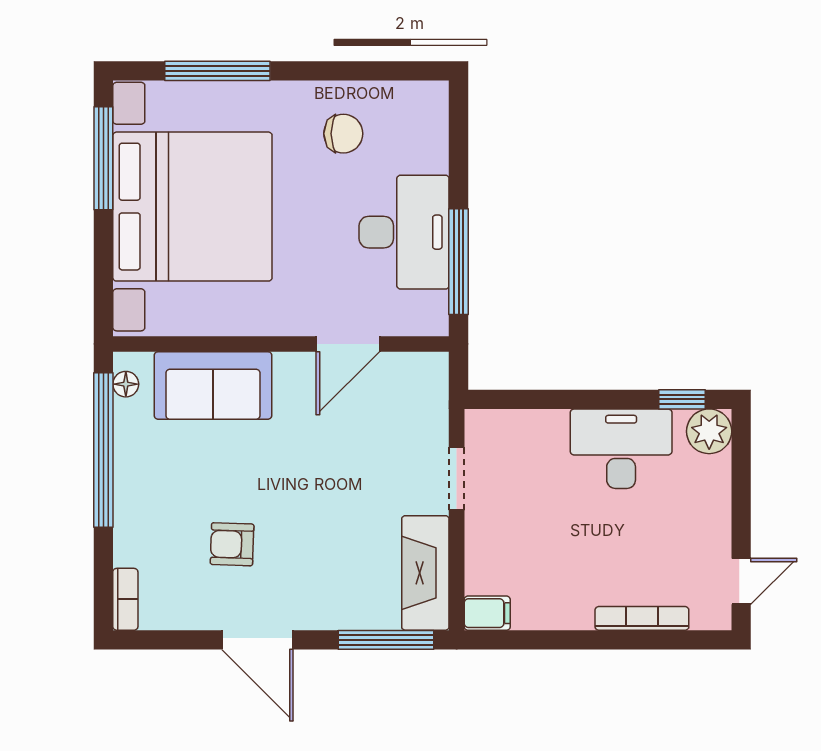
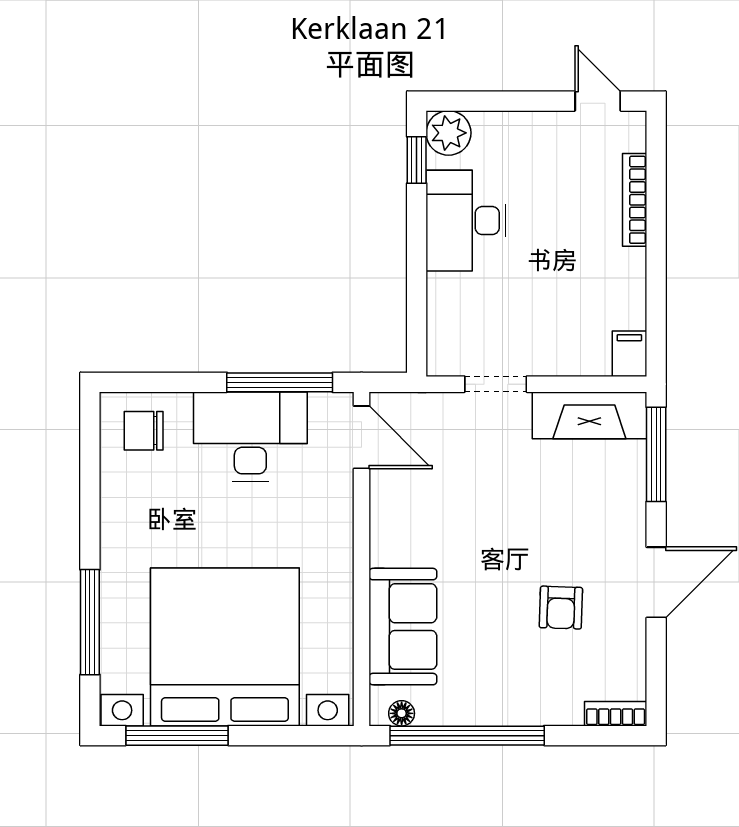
chair: (343, 134) -> (144, 431), moved, turned -90
door: (348, 344) -> (362, 437), moved

